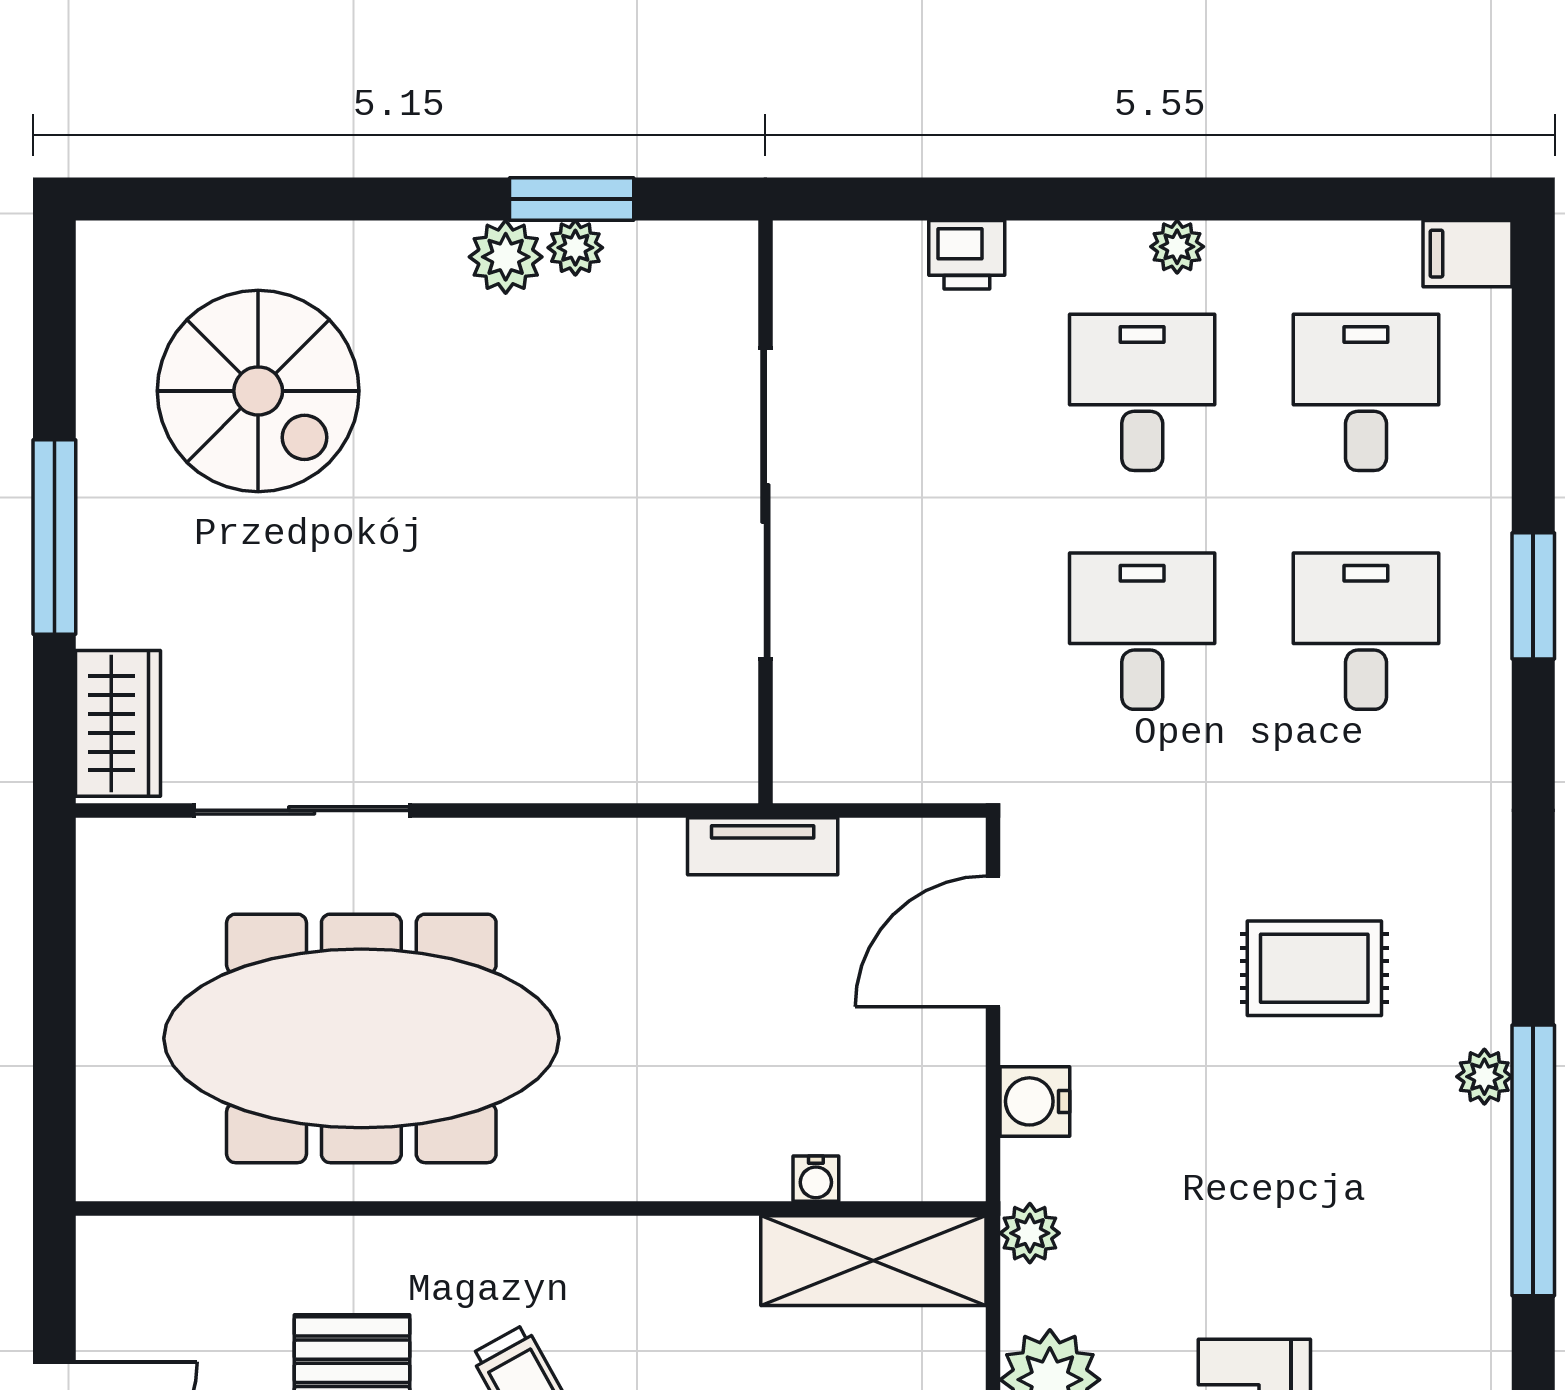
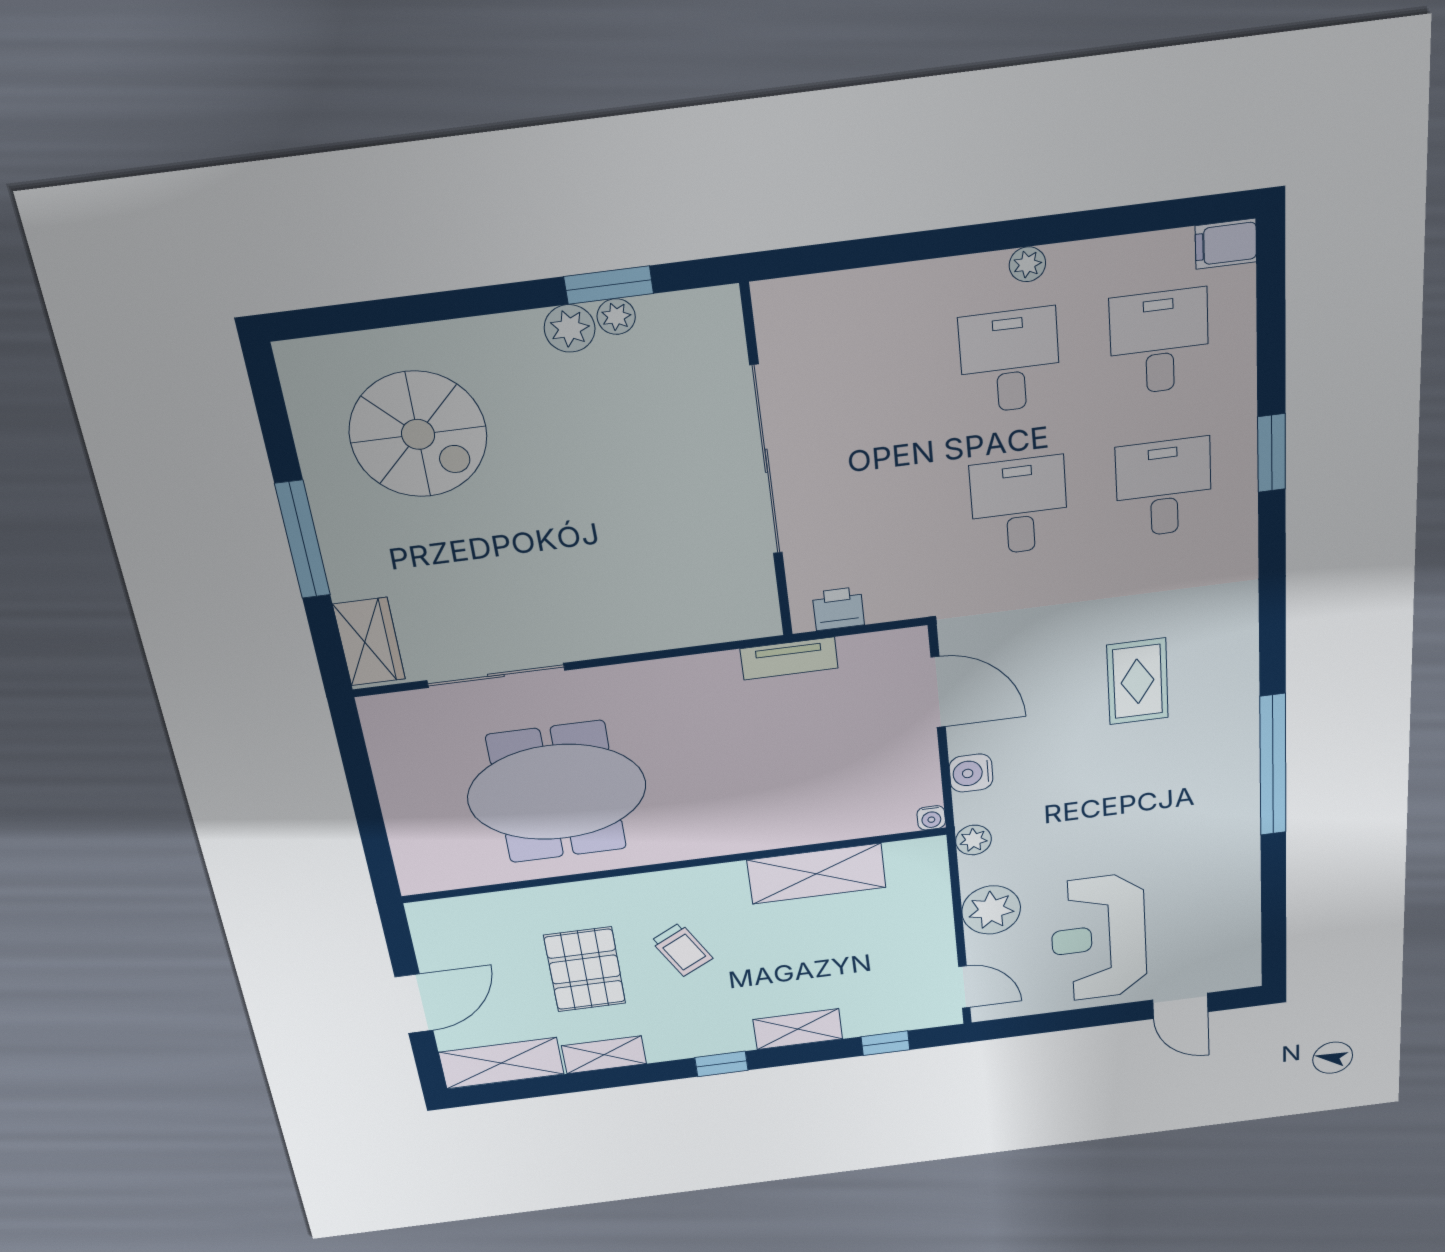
printer: (967, 255) -> (838, 609), moved, turned 180
door: (993, 941) -> (938, 692), swing flipped
rug: (1314, 968) -> (1138, 681), turned 90
meeting table: (361, 1038) -> (557, 792), width x0.73
plant: (1484, 1077) -> (1243, 726), removed
water cooler: (816, 1179) -> (931, 818), moved
shelving: (873, 1261) -> (816, 874), moved

